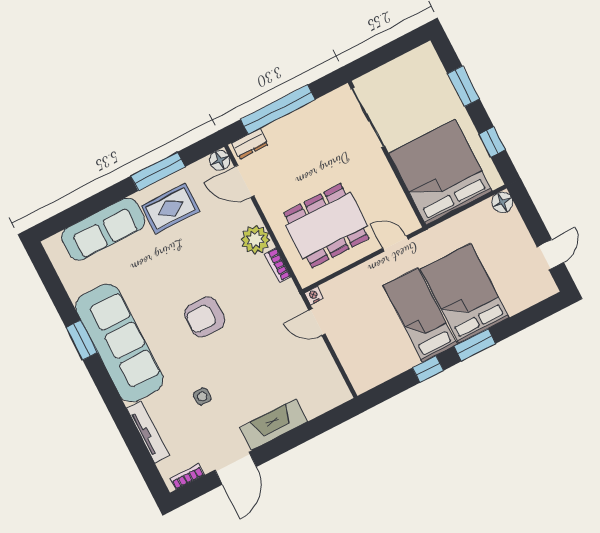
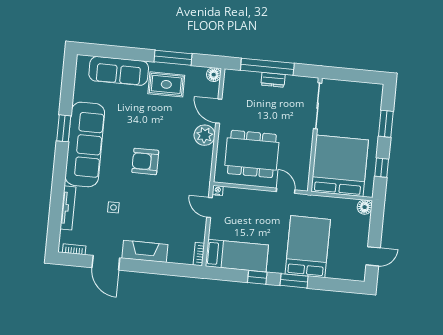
dresser: (250, 144) -> (273, 80), moved
door: (244, 181) -> (219, 111), moved
bookcase: (278, 265) -> (199, 254), moved
bed: (420, 315) -> (237, 256), moved, turned 90
door: (236, 468) -> (106, 263), hinge flipped

